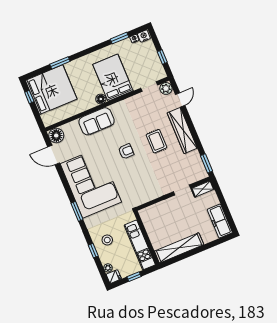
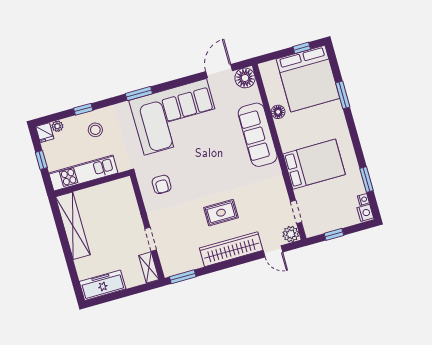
floor lamp: (101, 99) -> (278, 112), moved
sofa: (96, 121) -> (258, 135), width x1.36
armchair: (126, 151) -> (162, 184), moved

